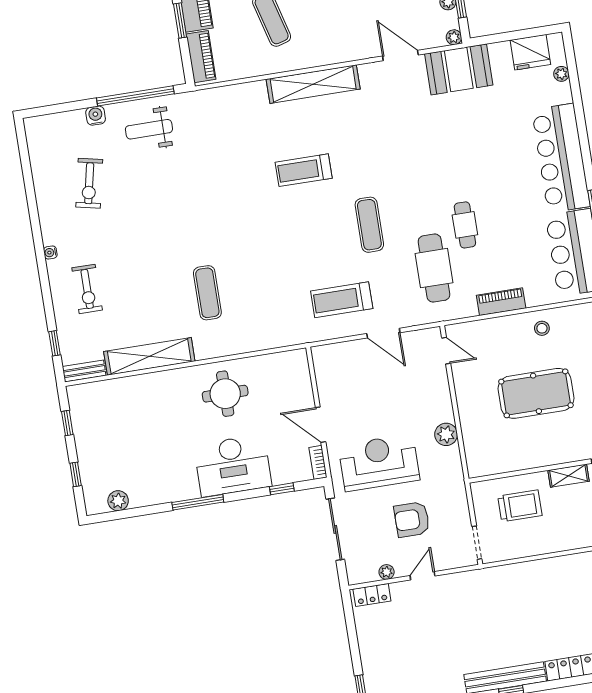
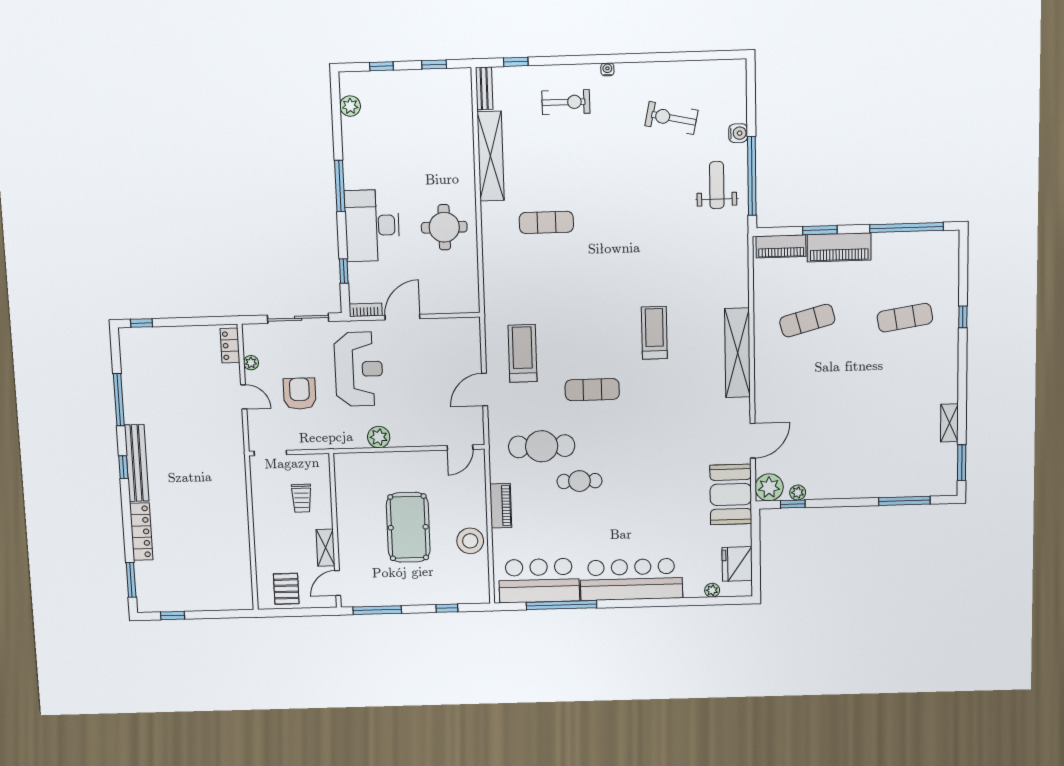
plant: (454, 37) -> (769, 487), width x1.88, depth x1.88
exercise bike: (87, 289) -> (566, 102), turned 180
stool: (542, 328) -> (470, 541), width x1.89, depth x1.89
trolley: (520, 506) -> (302, 498), width x0.73, depth x0.72

